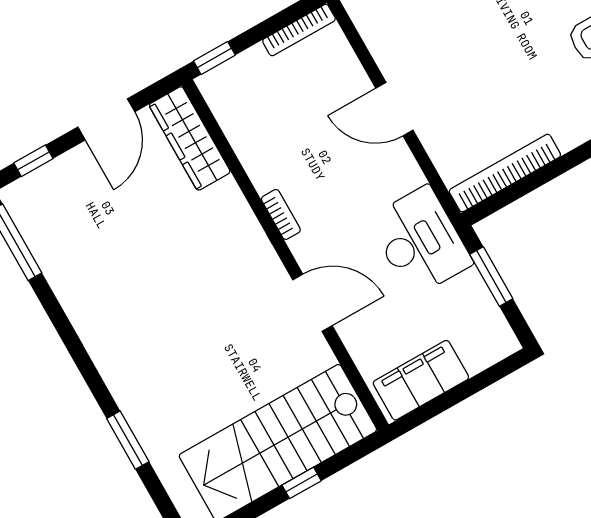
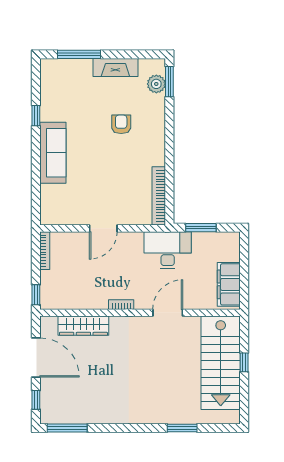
door: (106, 119) -> (36, 357), width x1.36
wardrobe: (190, 138) -> (83, 326), moved

